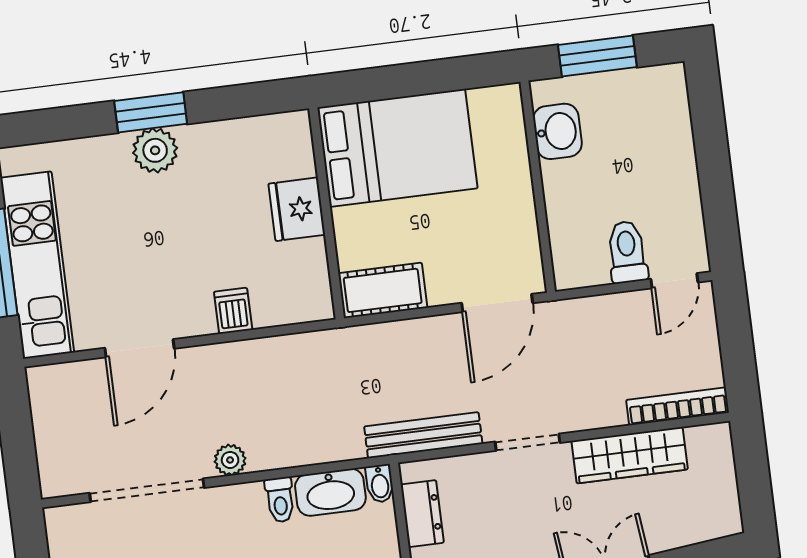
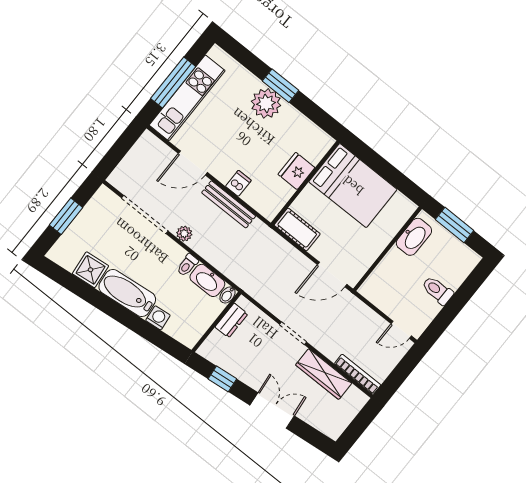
washbasin: (557, 131) -> (414, 237), width x1.38
plant: (155, 150) -> (266, 103), width x1.36, depth x1.36
toilet: (627, 252) -> (437, 290), moved, turned -90
bench: (423, 435) -> (229, 204), moved

